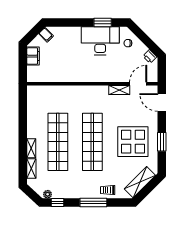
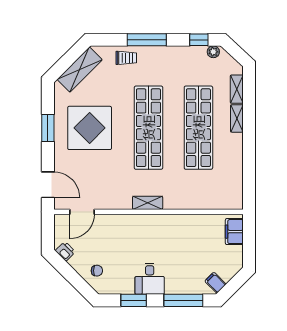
window: (68, 23) -> (183, 300), added
desk: (100, 41) -> (150, 279), width x0.53, depth x0.77
filing cabinet: (33, 56) -> (234, 232), moved
shelving: (119, 90) -> (148, 203), moved

